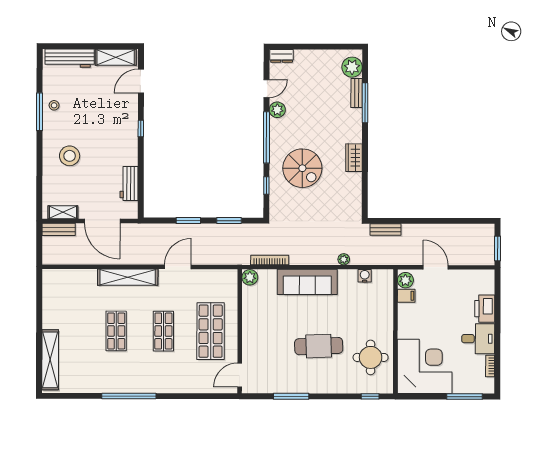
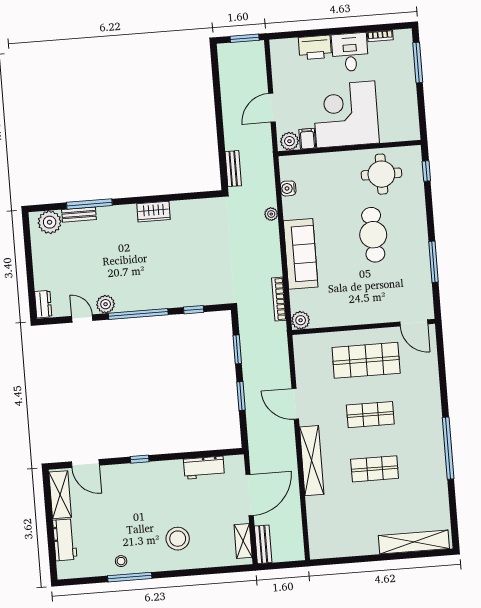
workbench: (70, 58) -> (65, 540), width x0.73
spiral stairs: (302, 168) -> (170, 270), removed
corner desk: (425, 366) -> (346, 114), moved

